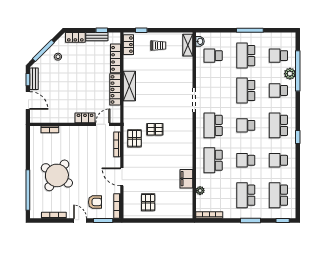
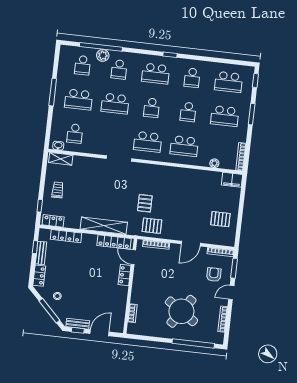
shelving: (129, 86) -> (104, 226), width x1.47
locker: (115, 89) -> (114, 242), moved
filing cabinet: (186, 179) -> (232, 180), moved

